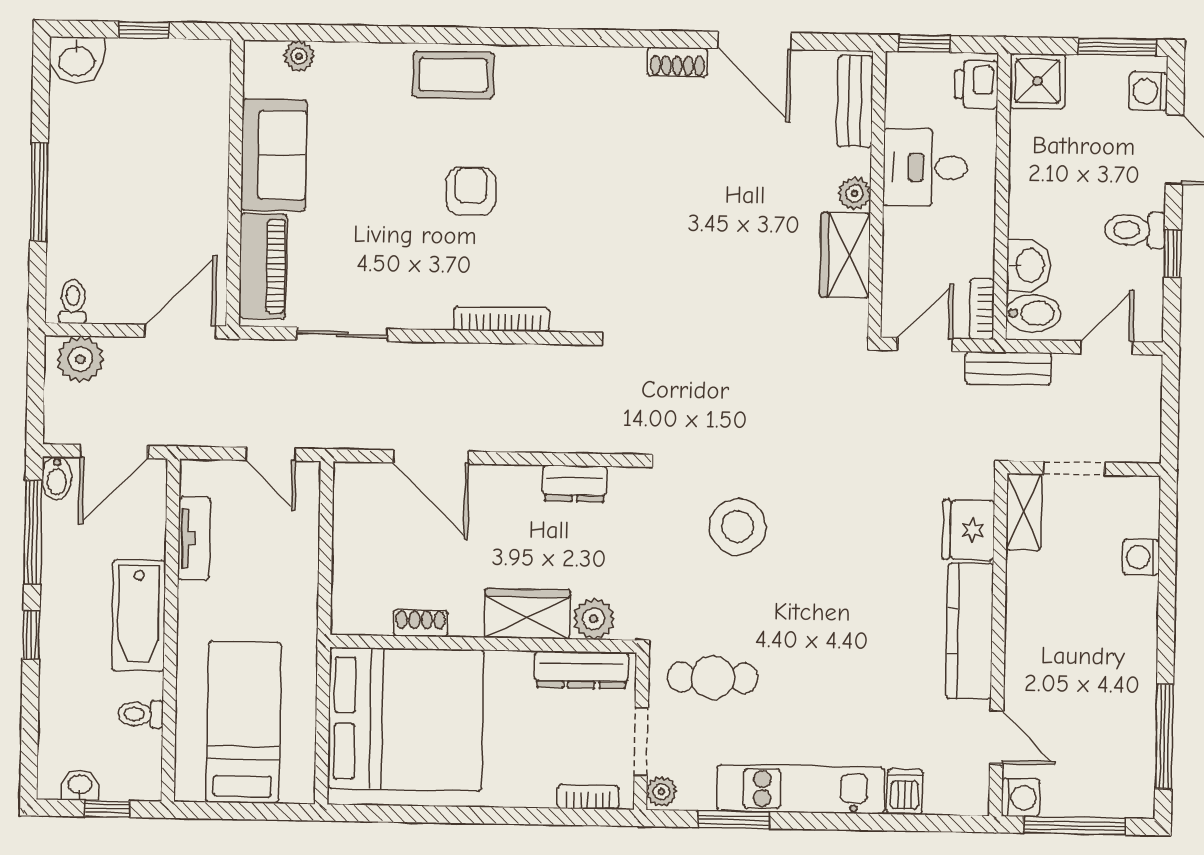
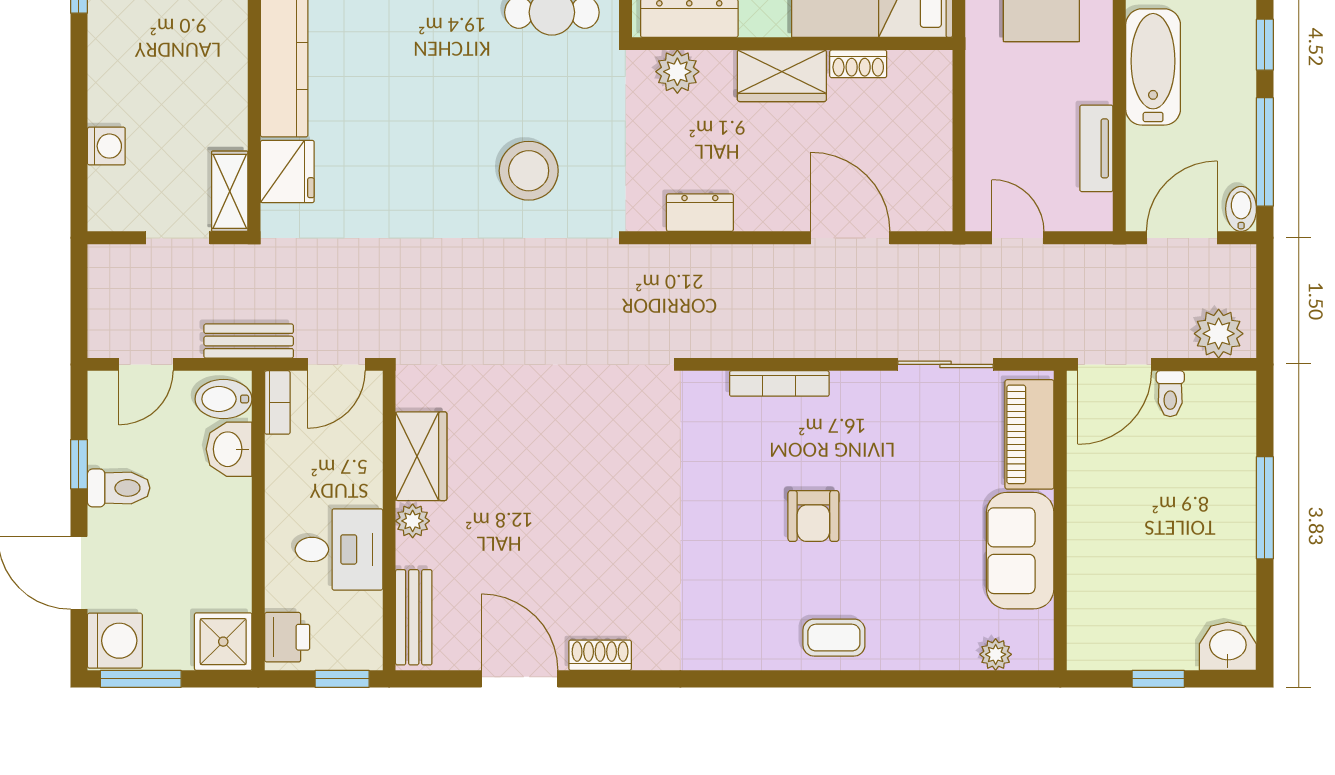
coffee table: (453, 75) -> (834, 638), width x0.73, depth x0.77
washing machine: (1148, 91) -> (115, 641), width x1.38, depth x1.38
toilet: (73, 302) -> (1170, 394), moved
wardrobe: (527, 614) -> (782, 76), moved

